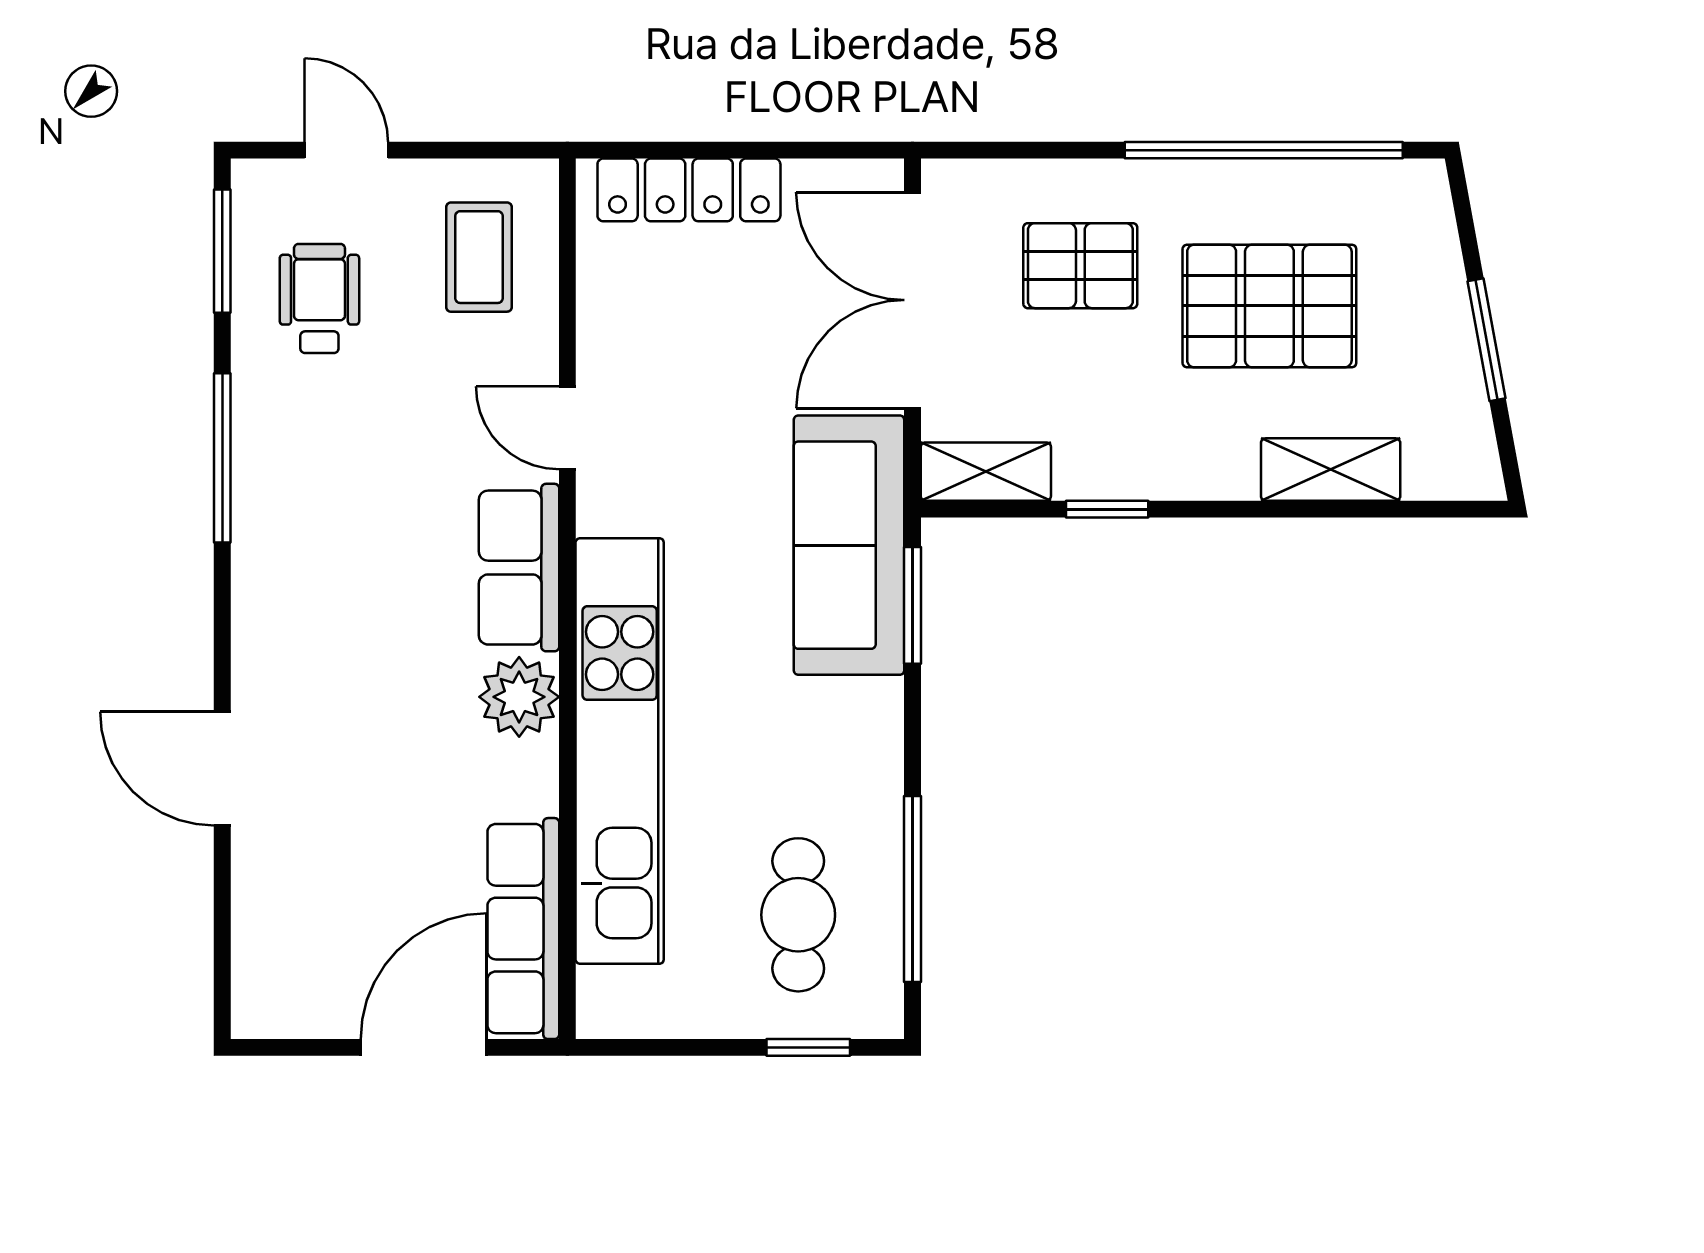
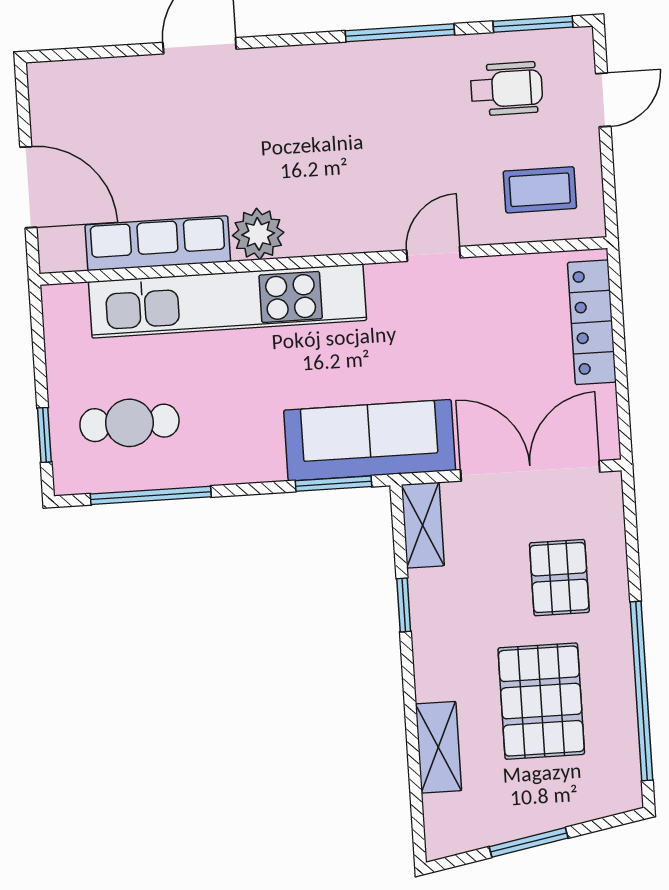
row of seats: (519, 568) -> (341, 229), removed
row of seats: (523, 929) -> (158, 243), moved

